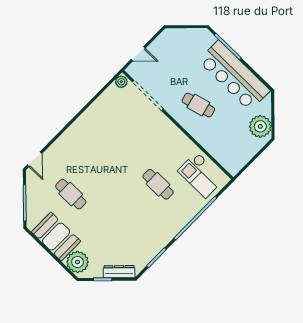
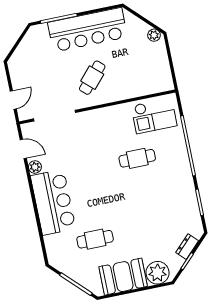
plant: (121, 82) -> (35, 167), moved
cafe table: (198, 105) -> (92, 78), turned -33
plant: (260, 126) -> (154, 35), width x0.53, depth x0.53
bar counter: (78, 141) -> (53, 202), added
door: (35, 159) -> (23, 149), moved
dresser: (119, 272) -> (187, 247), width x0.70

